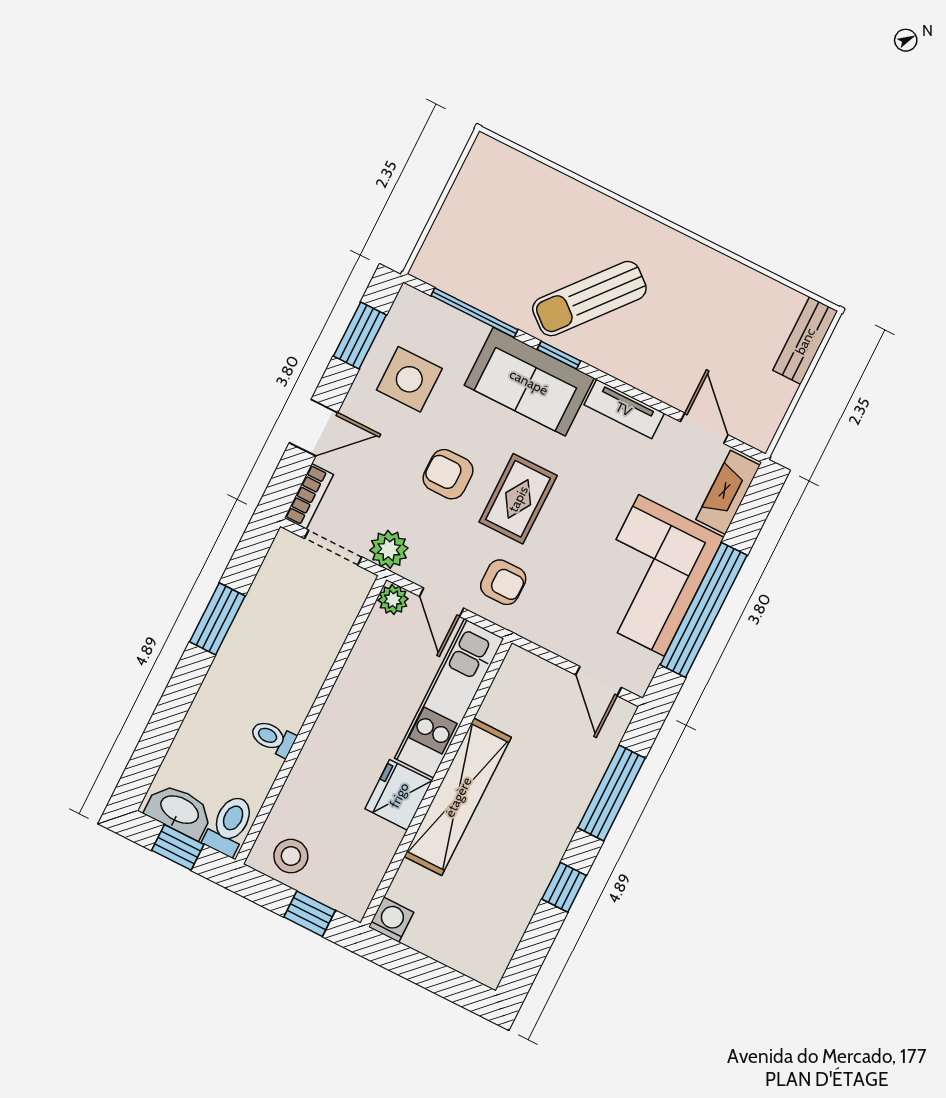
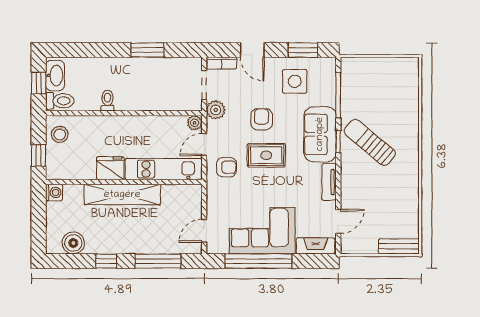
armchair: (503, 582) -> (226, 167), turned -90
boiler: (501, 931) -> (73, 243), added

